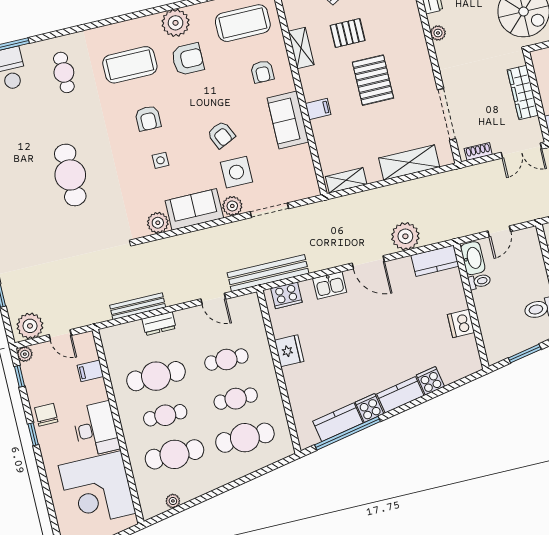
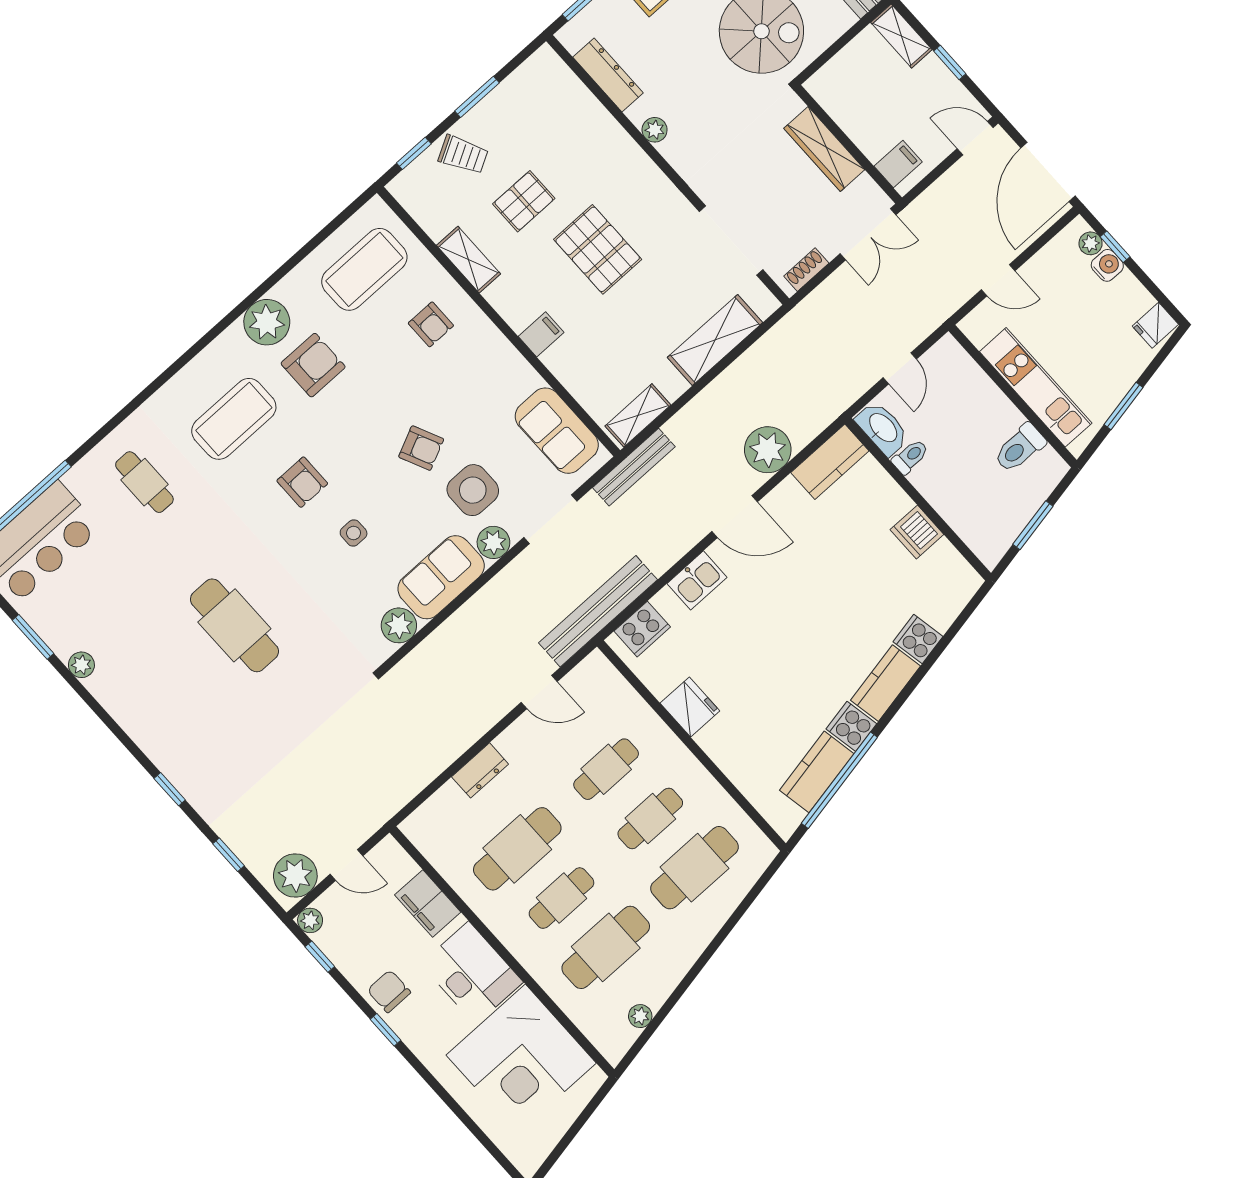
sofa: (288, 120) -> (557, 431), moved
bench: (138, 306) -> (634, 467), moved
filing cabinet: (90, 371) -> (428, 904), width x2.00

